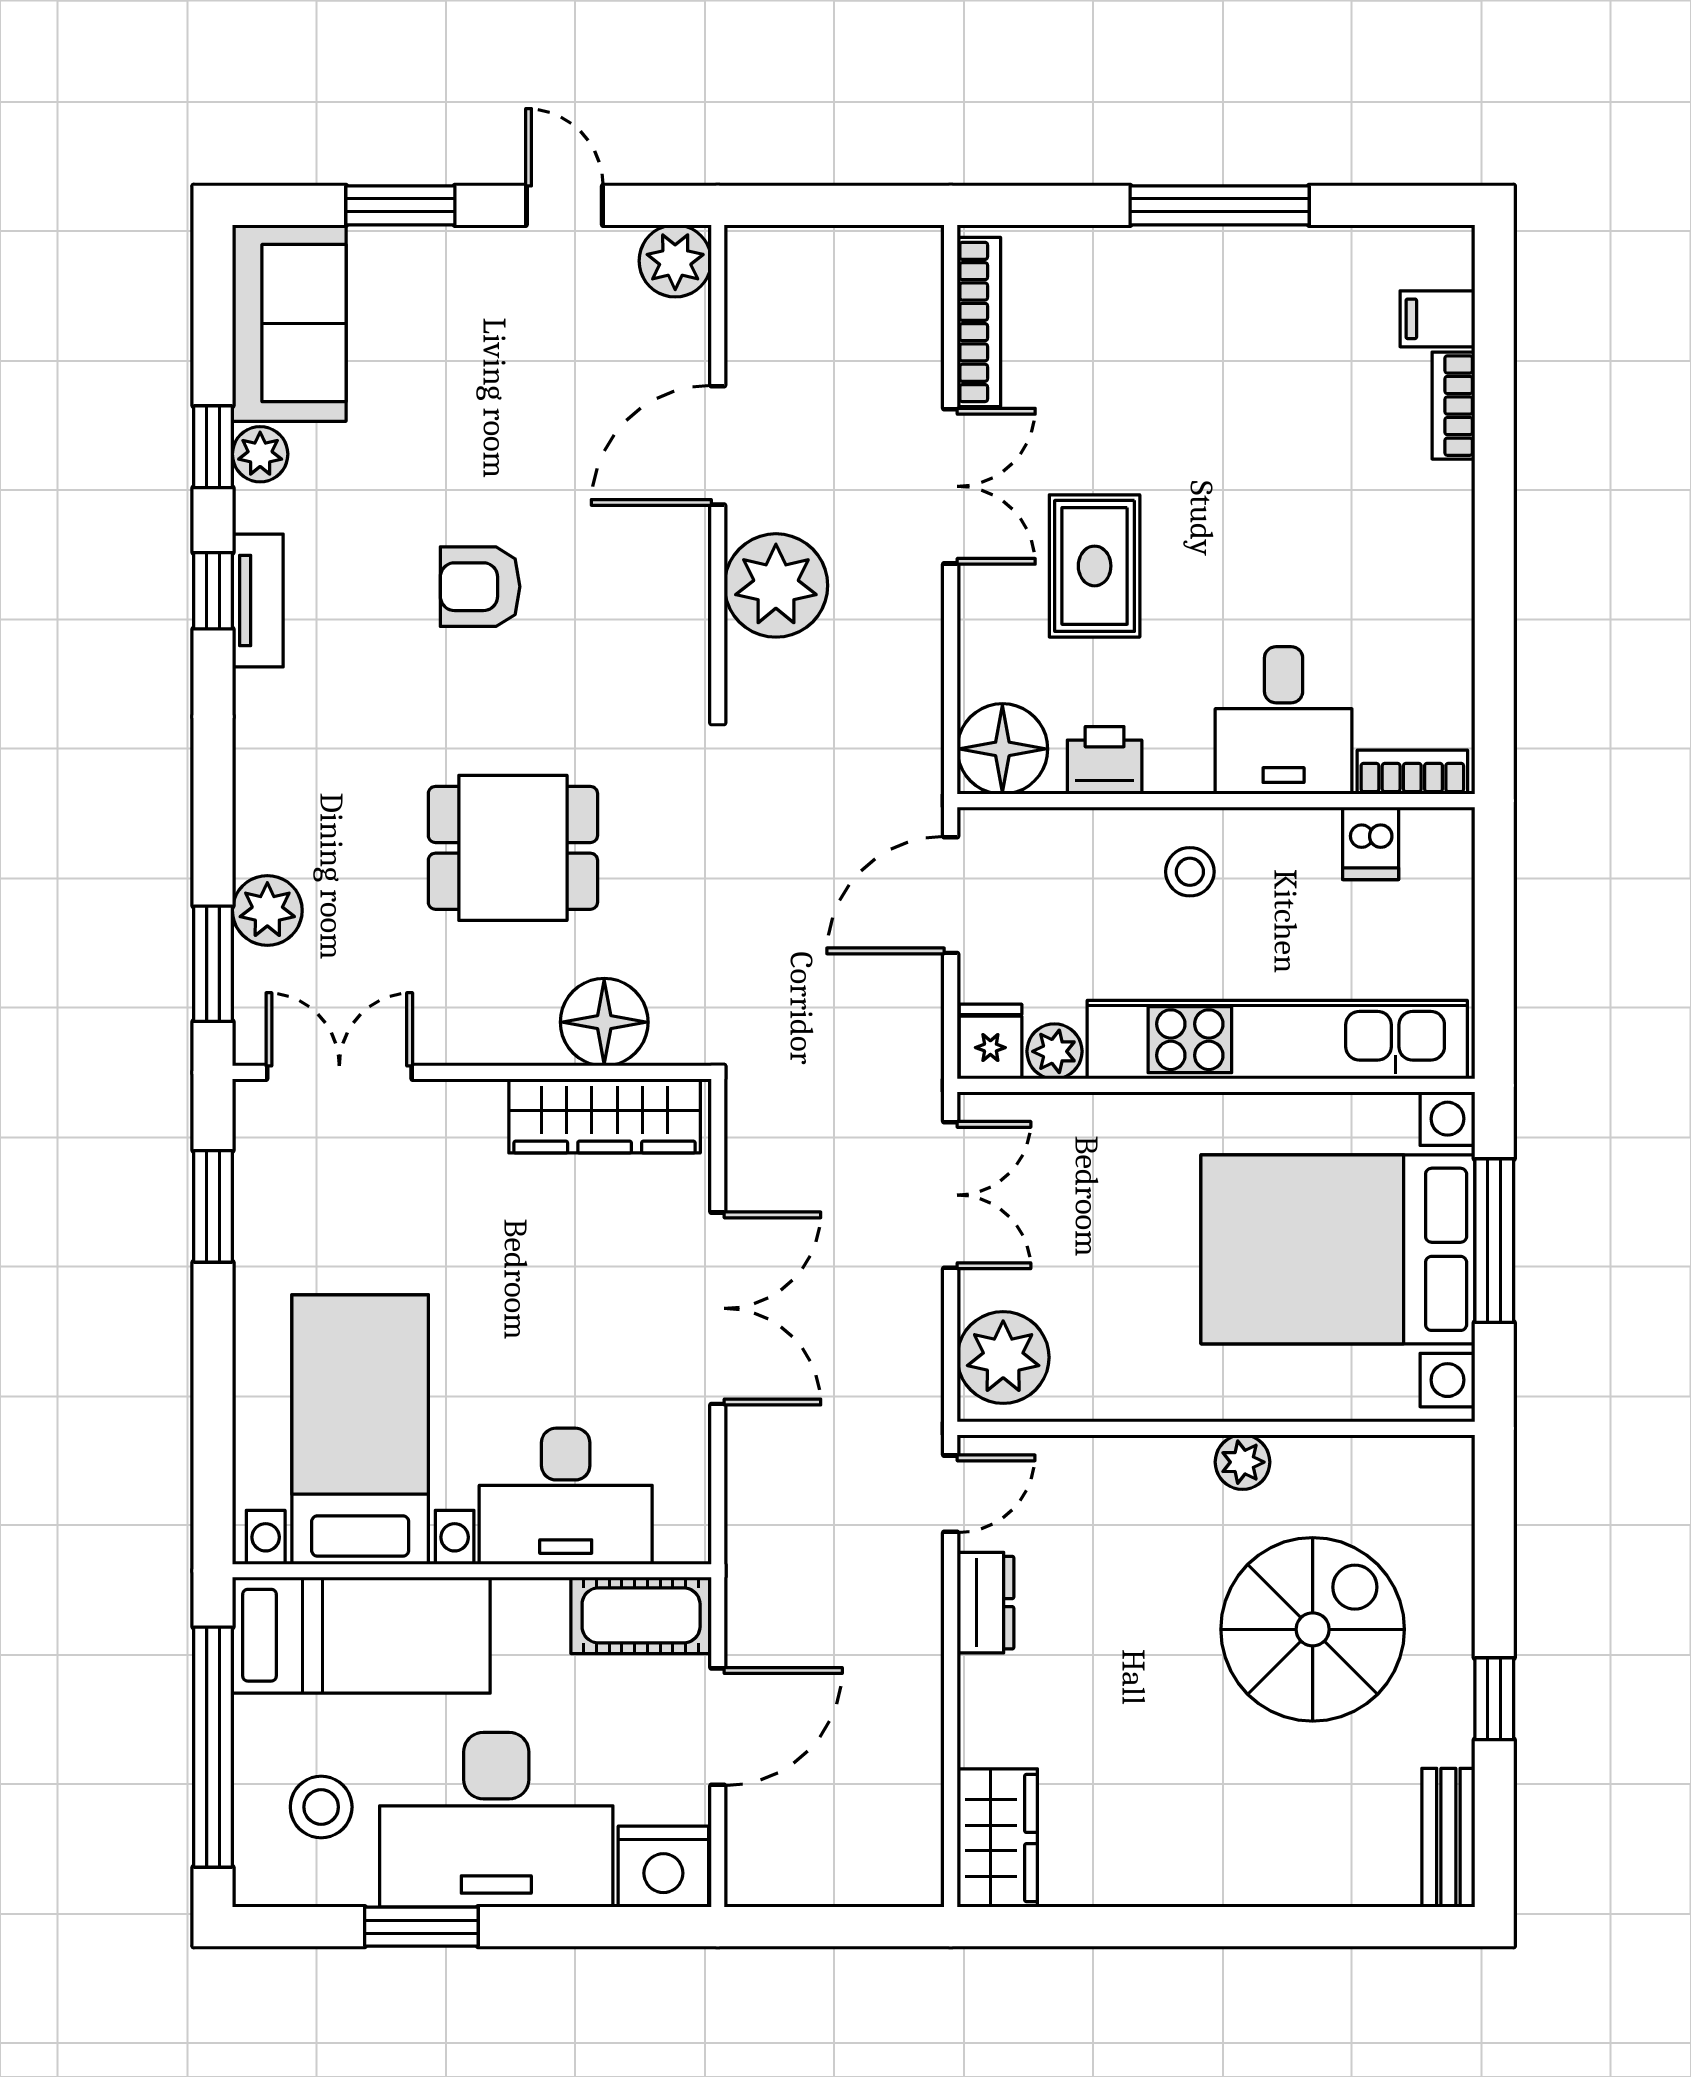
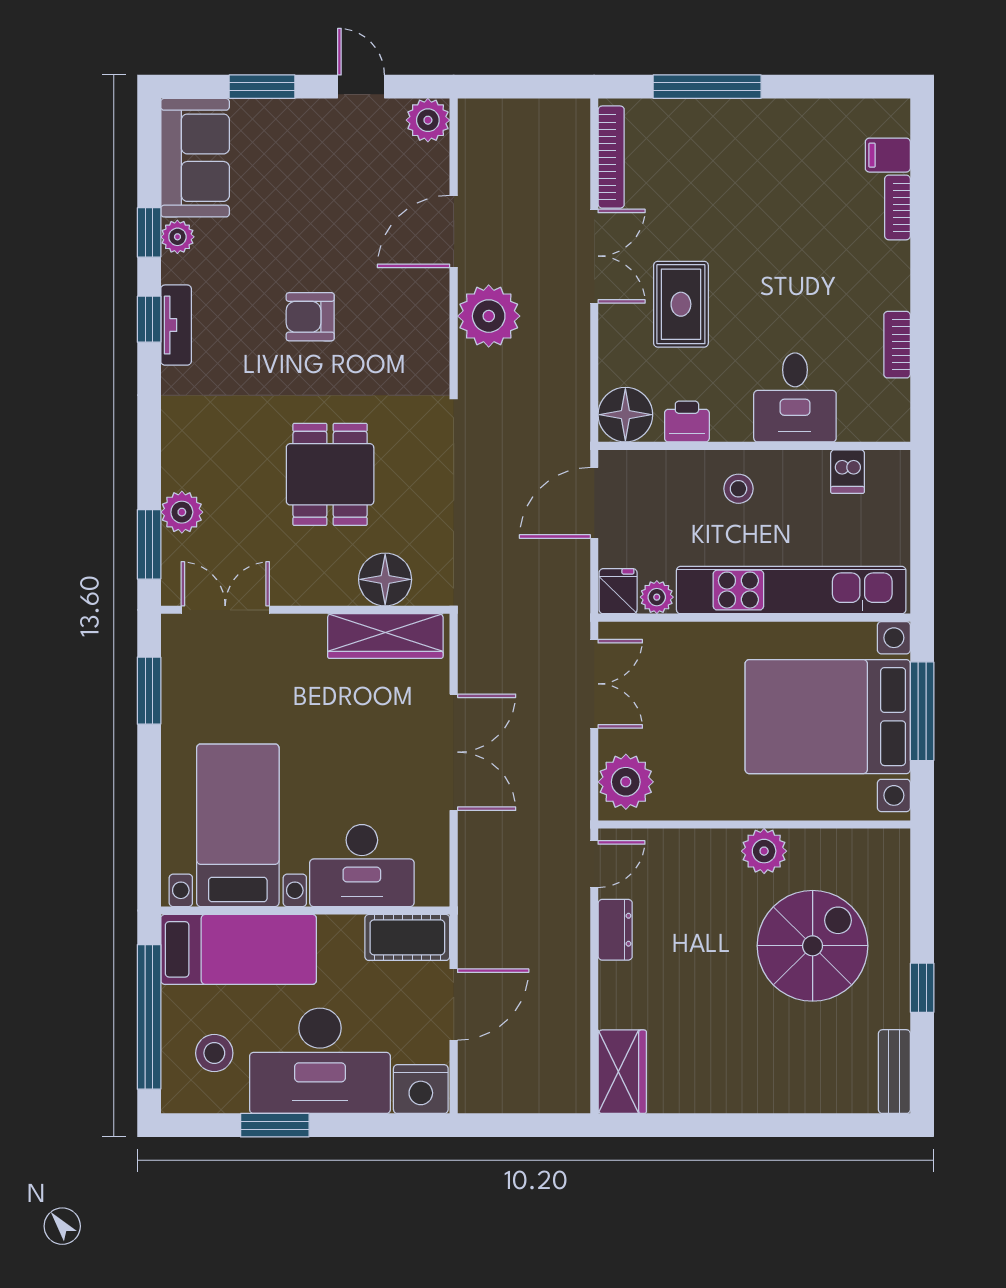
window: (1220, 205) -> (707, 87), moved
bookcase: (1412, 772) -> (897, 345), moved, turned -90
dining table: (513, 848) -> (330, 474), turned 90
plant: (1242, 1462) -> (764, 851), width x1.38, depth x1.38

